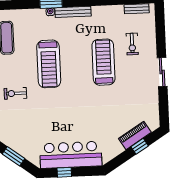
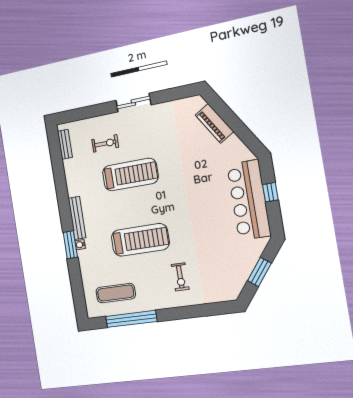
treadmill: (103, 62) -> (130, 175), turned 180
window: (140, 146) -> (227, 115), removed
window: (64, 172) -> (270, 192), moved

